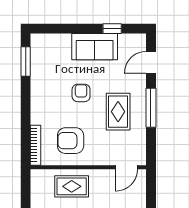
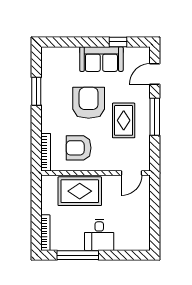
window: (26, 62) -> (36, 91), moved
armchair: (81, 93) -> (89, 103), width x1.88, depth x1.88
rug: (72, 186) -> (80, 191), width x1.36, depth x1.43

